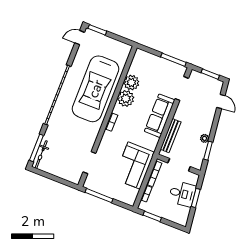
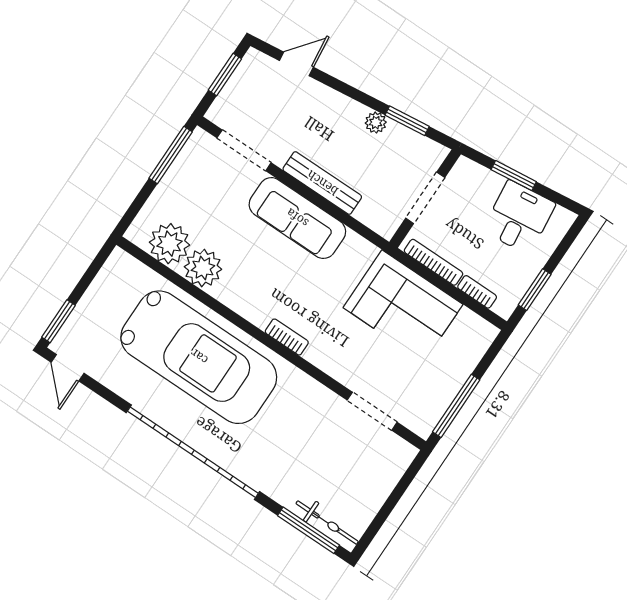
plant: (126, 98) -> (169, 244), moved
bench: (171, 136) -> (322, 183), moved
desk: (182, 194) -> (519, 217), moved

